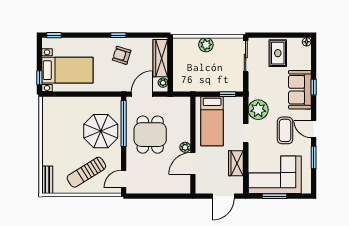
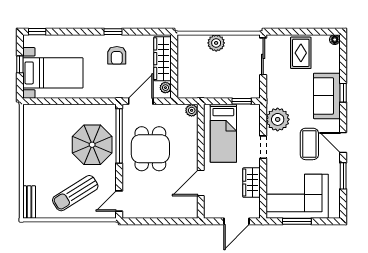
armchair: (122, 55) -> (117, 55), turned -107
window: (39, 78) -> (20, 64), moved
plant: (185, 147) -> (192, 110), moved

